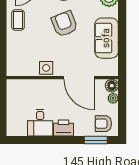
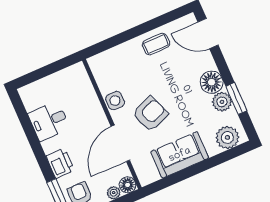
armchair: (64, 24) -> (150, 114), moved
printer: (63, 128) -> (60, 163), moved

